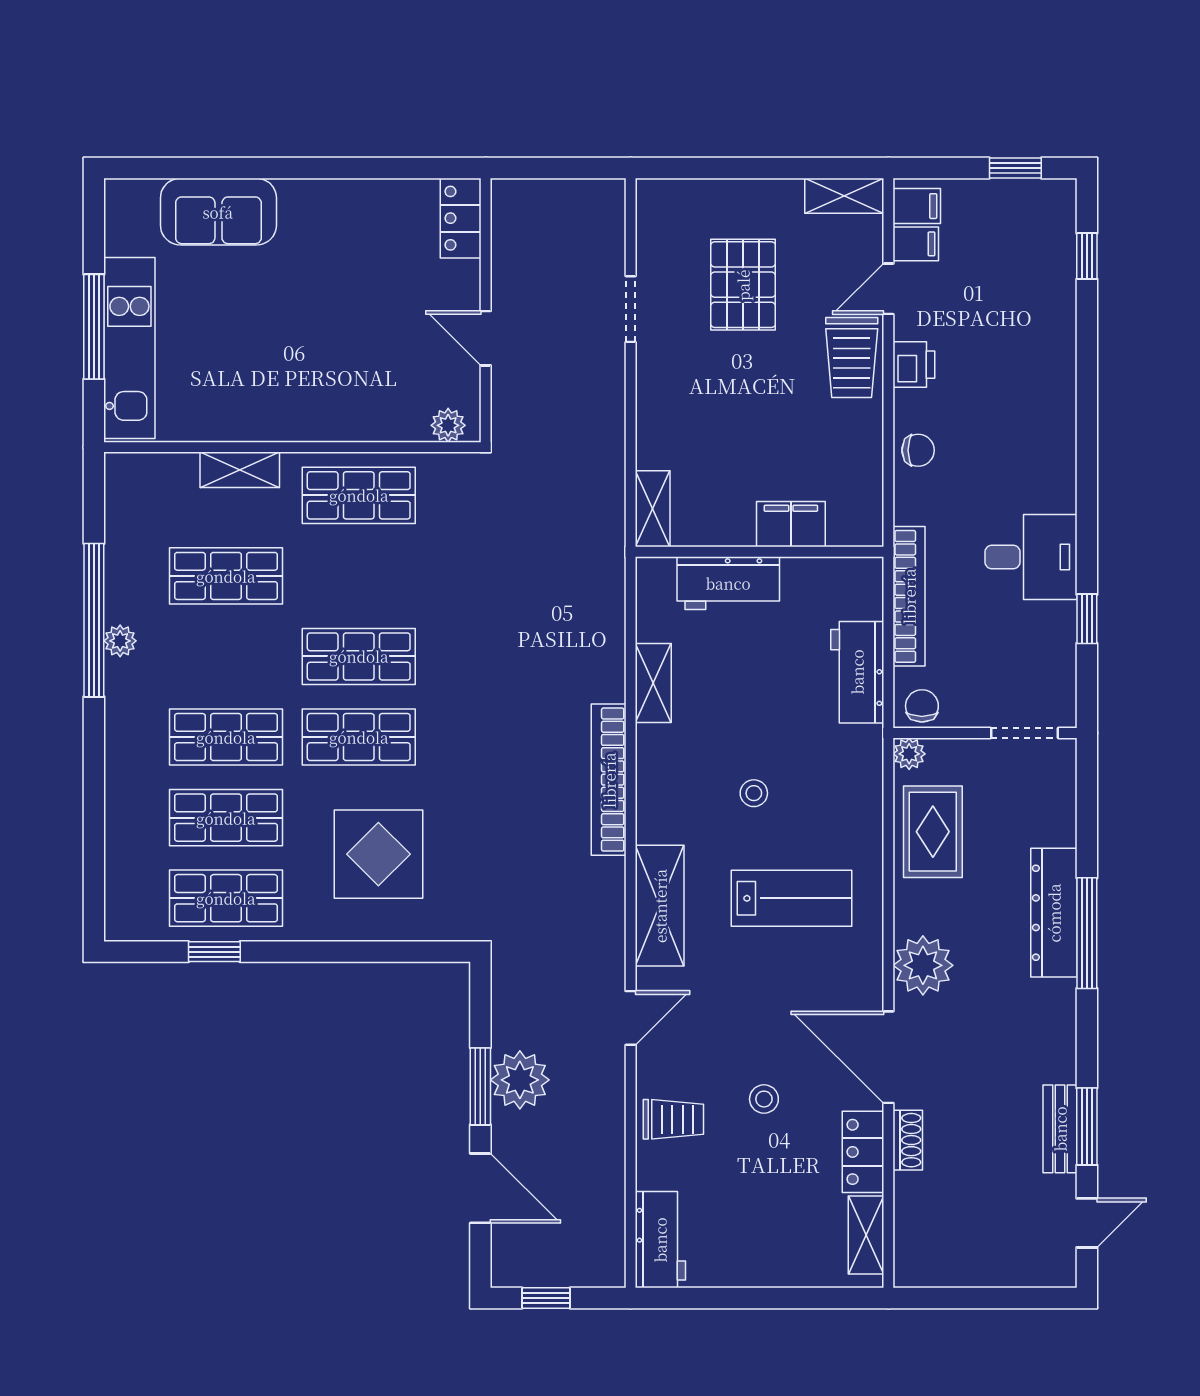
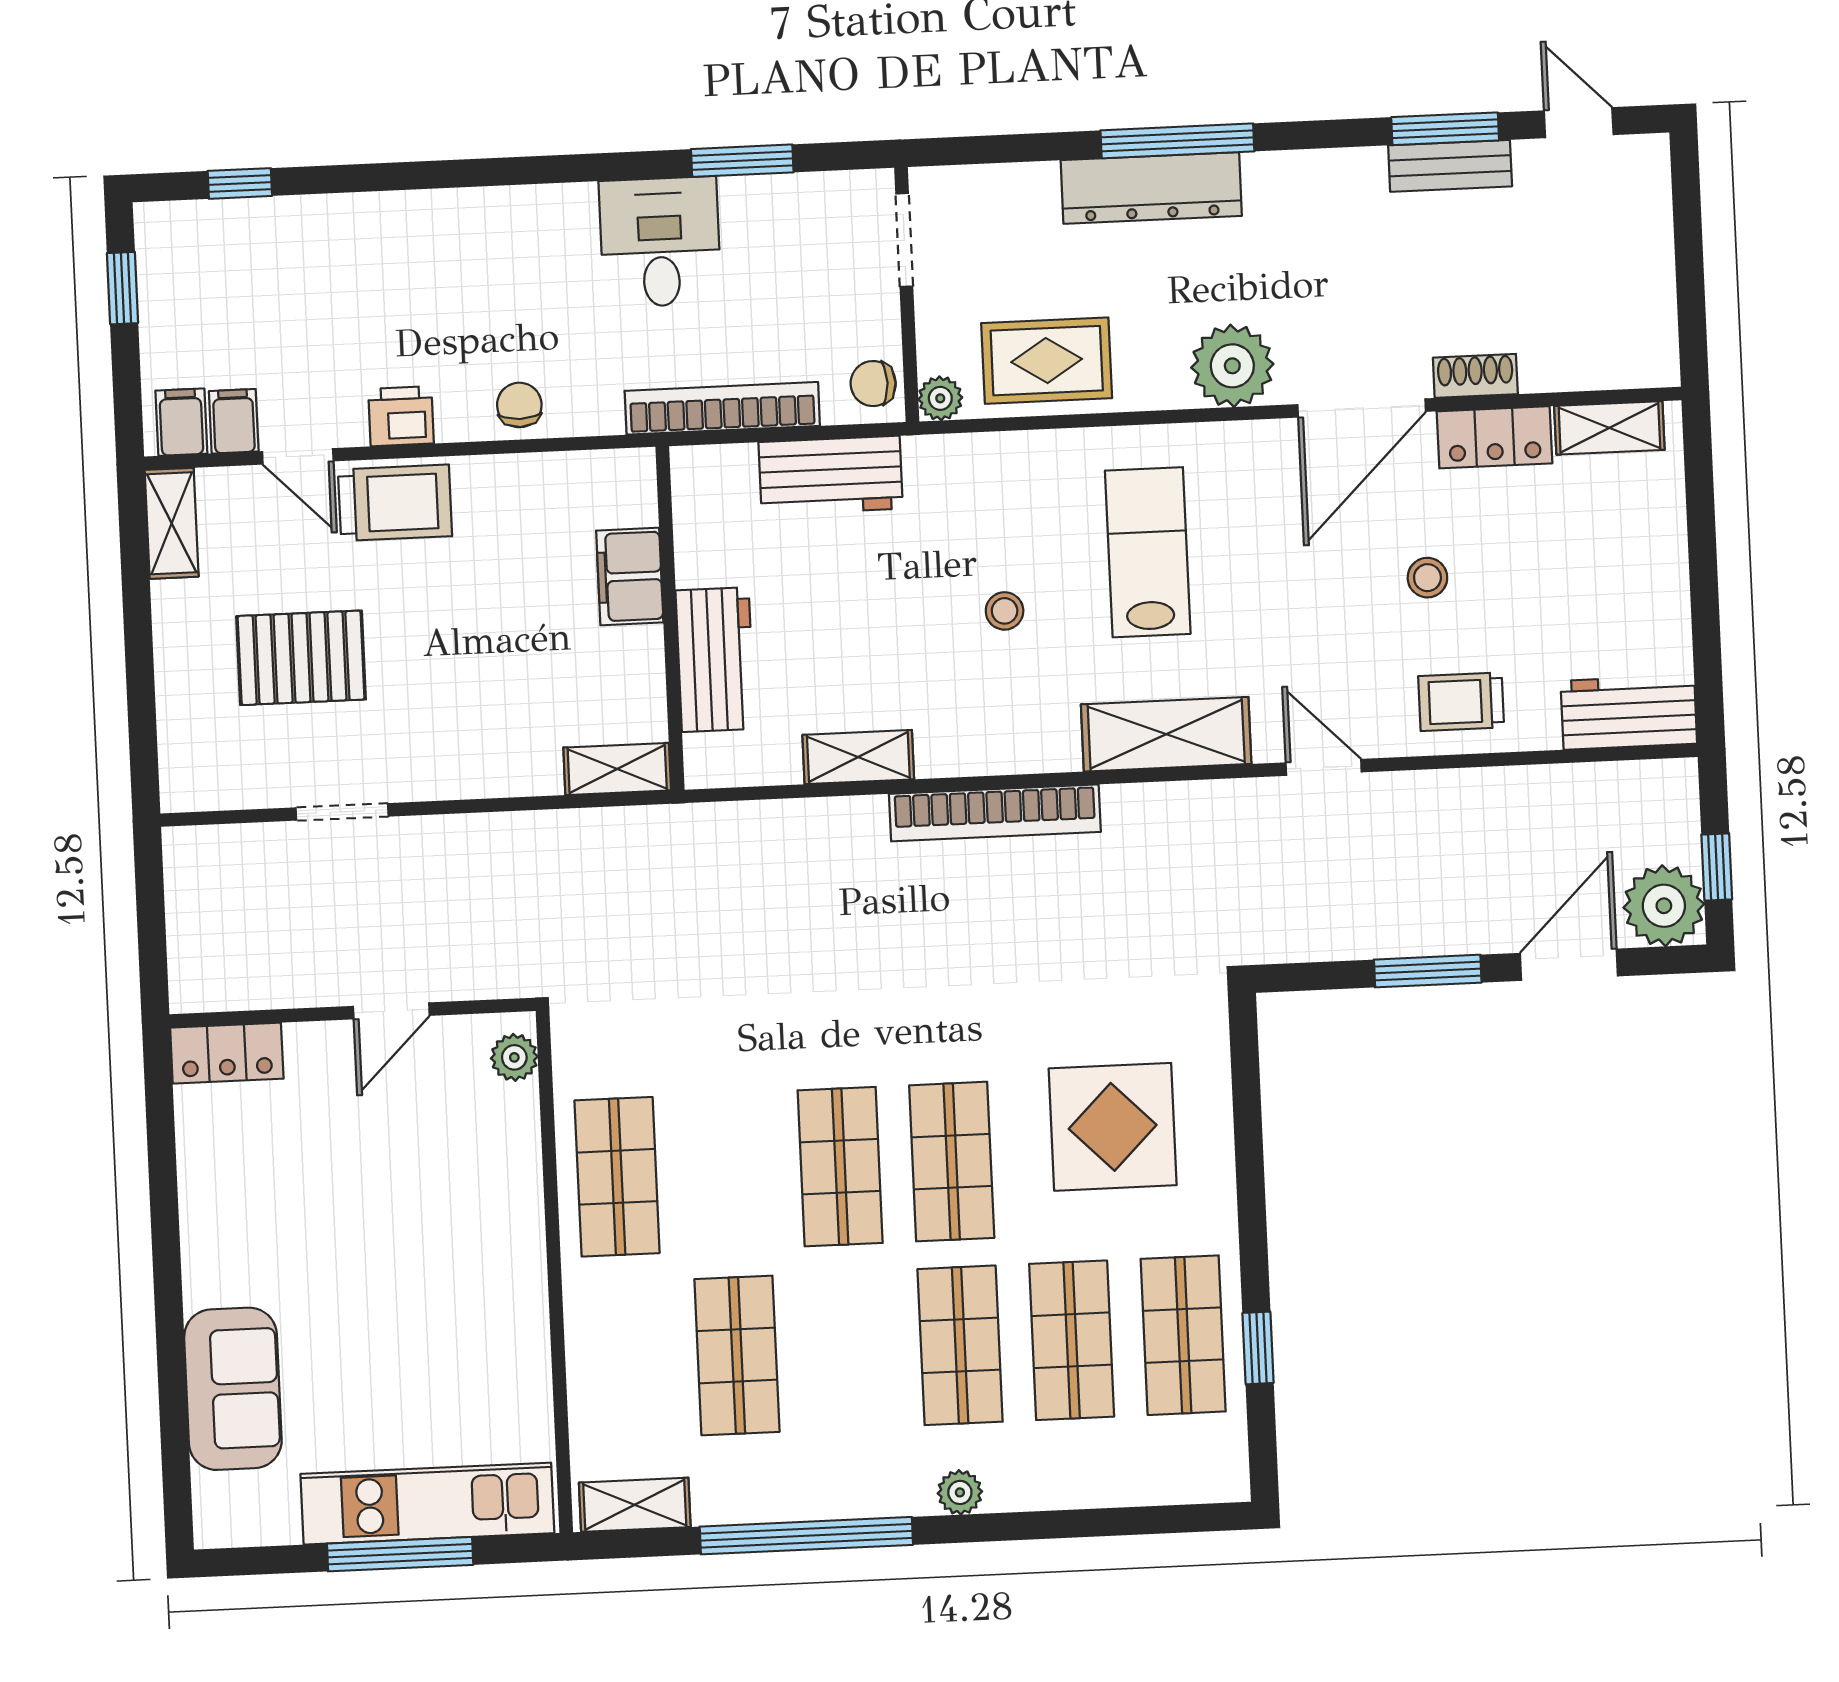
shelving: (240, 470) -> (635, 1505), moved, turned 90
window: (1087, 619) -> (742, 161), width x1.50
plant: (120, 641) -> (960, 1492), moved
plant: (520, 1080) -> (1664, 906), moved
trolley: (673, 1119) -> (1461, 702), turned -90

